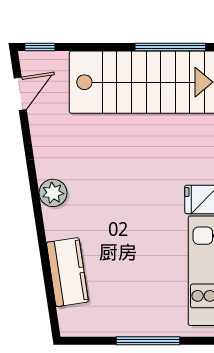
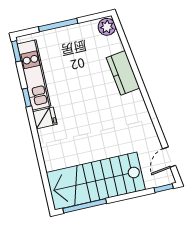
plant: (53, 193) -> (107, 27), moved
kitchen counter: (67, 272) -> (123, 73), moved

